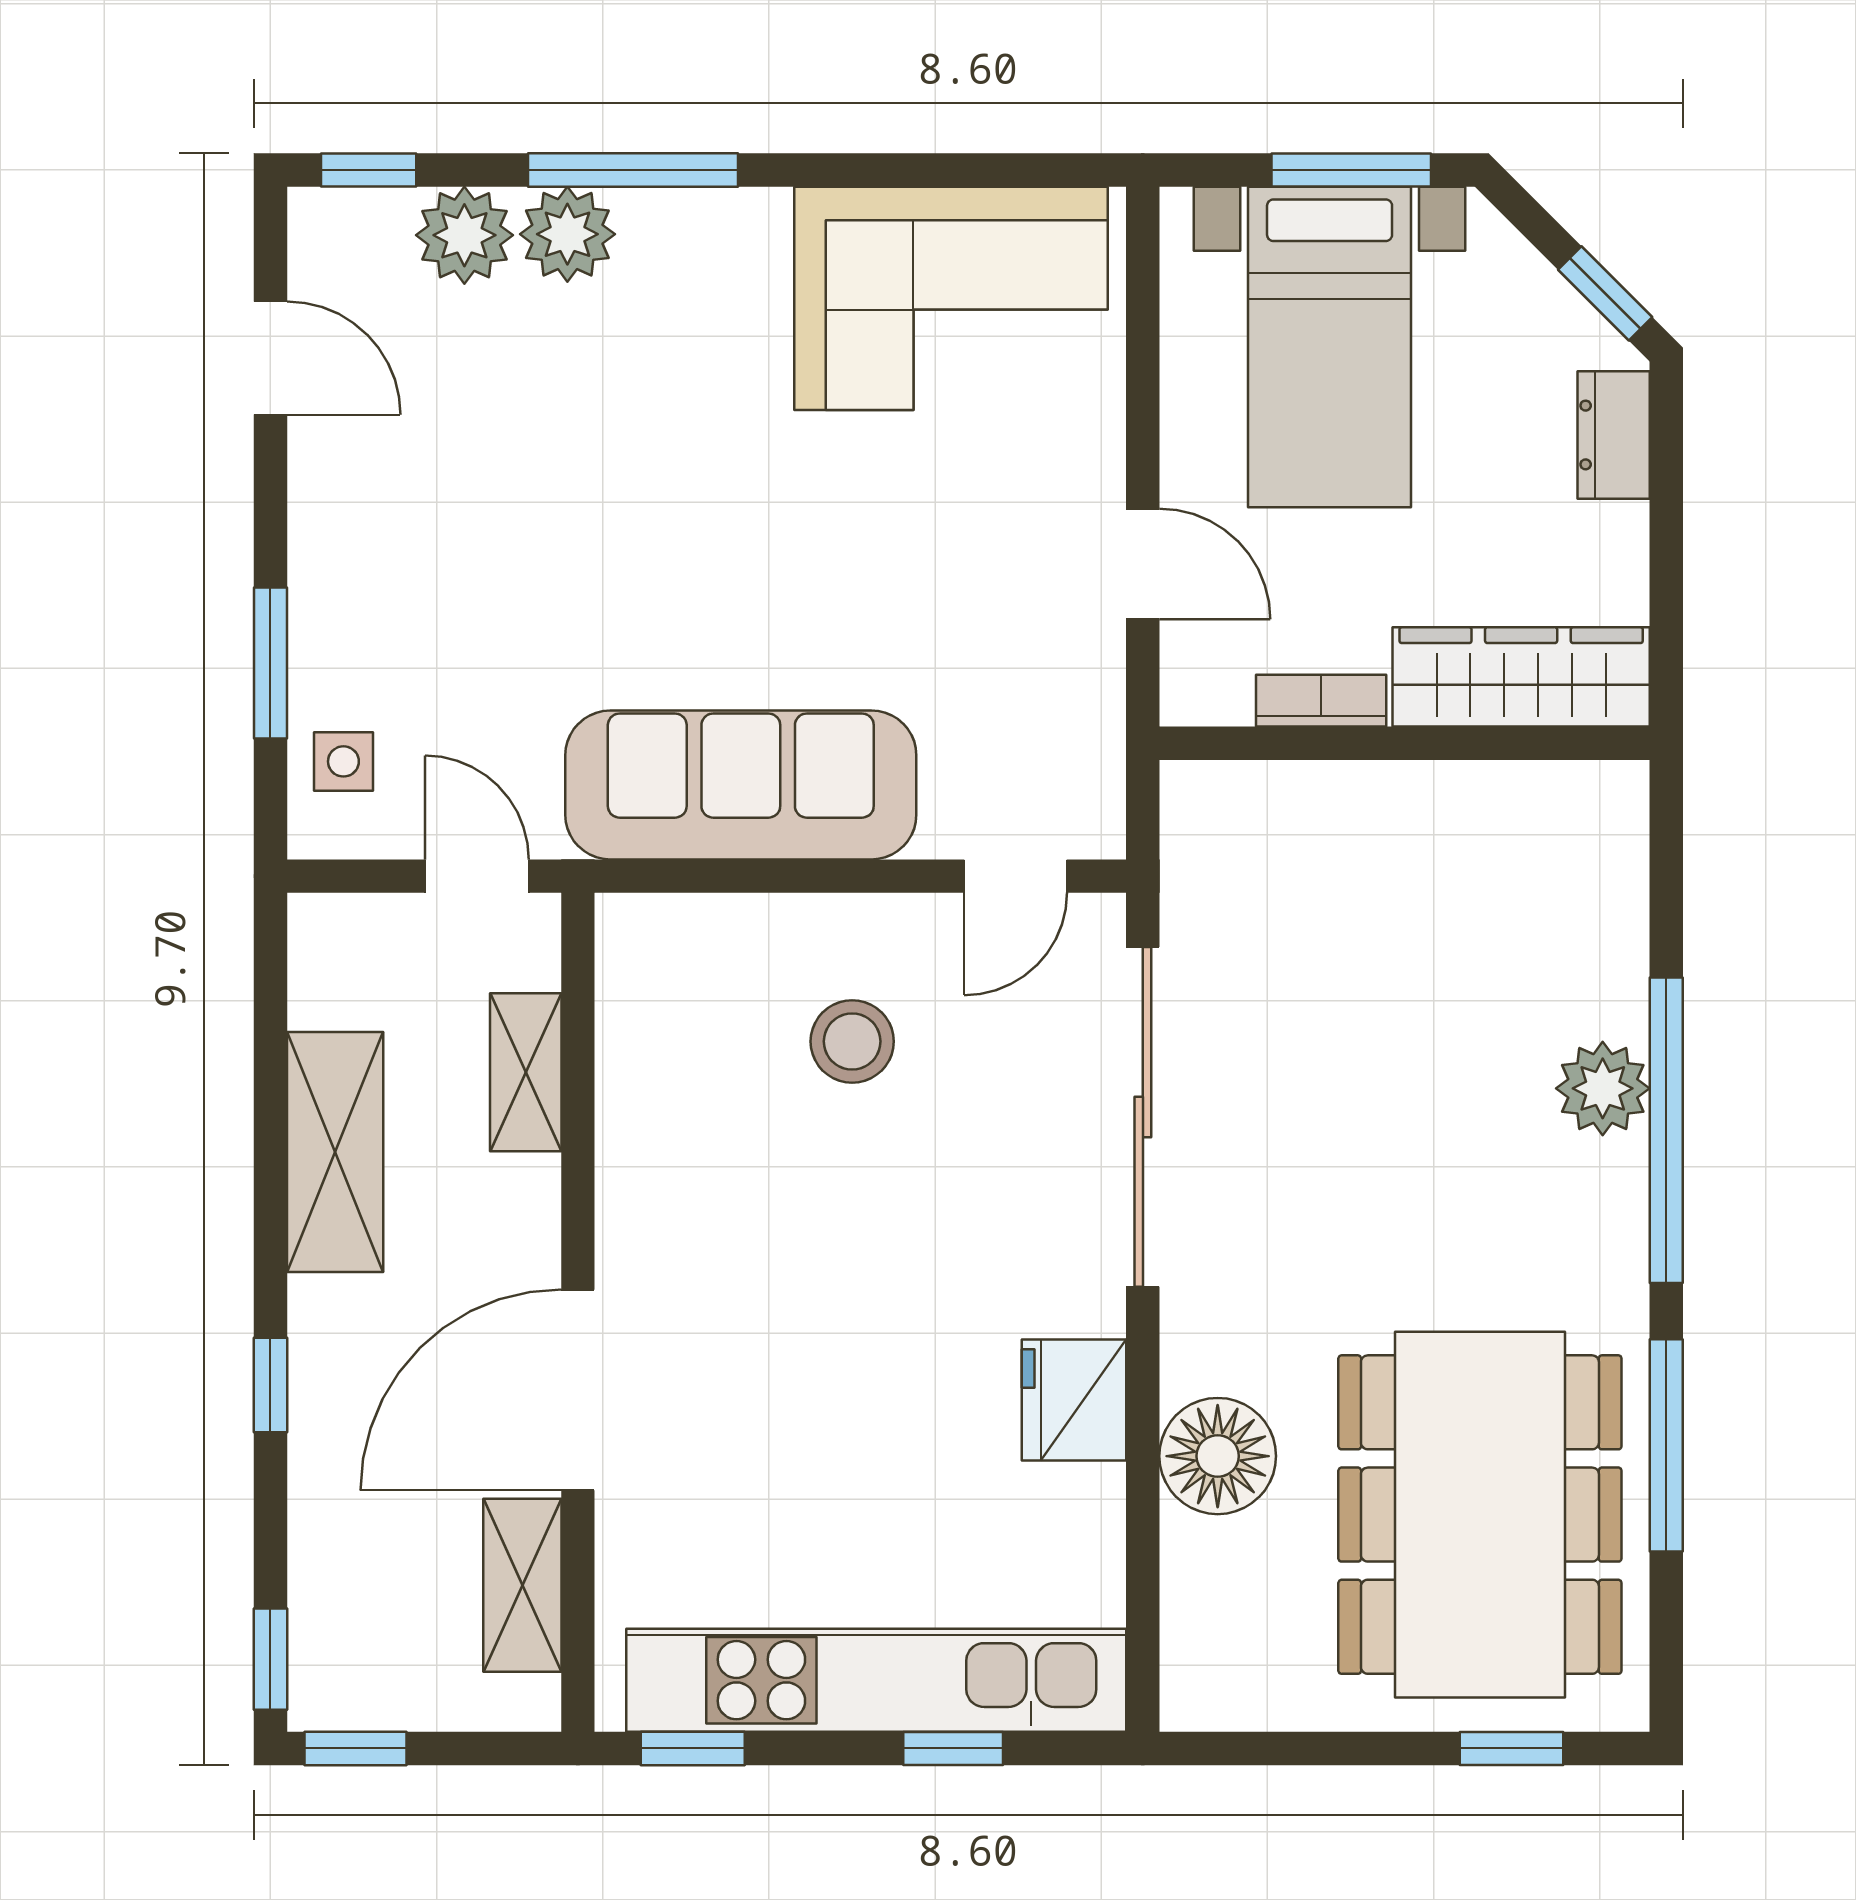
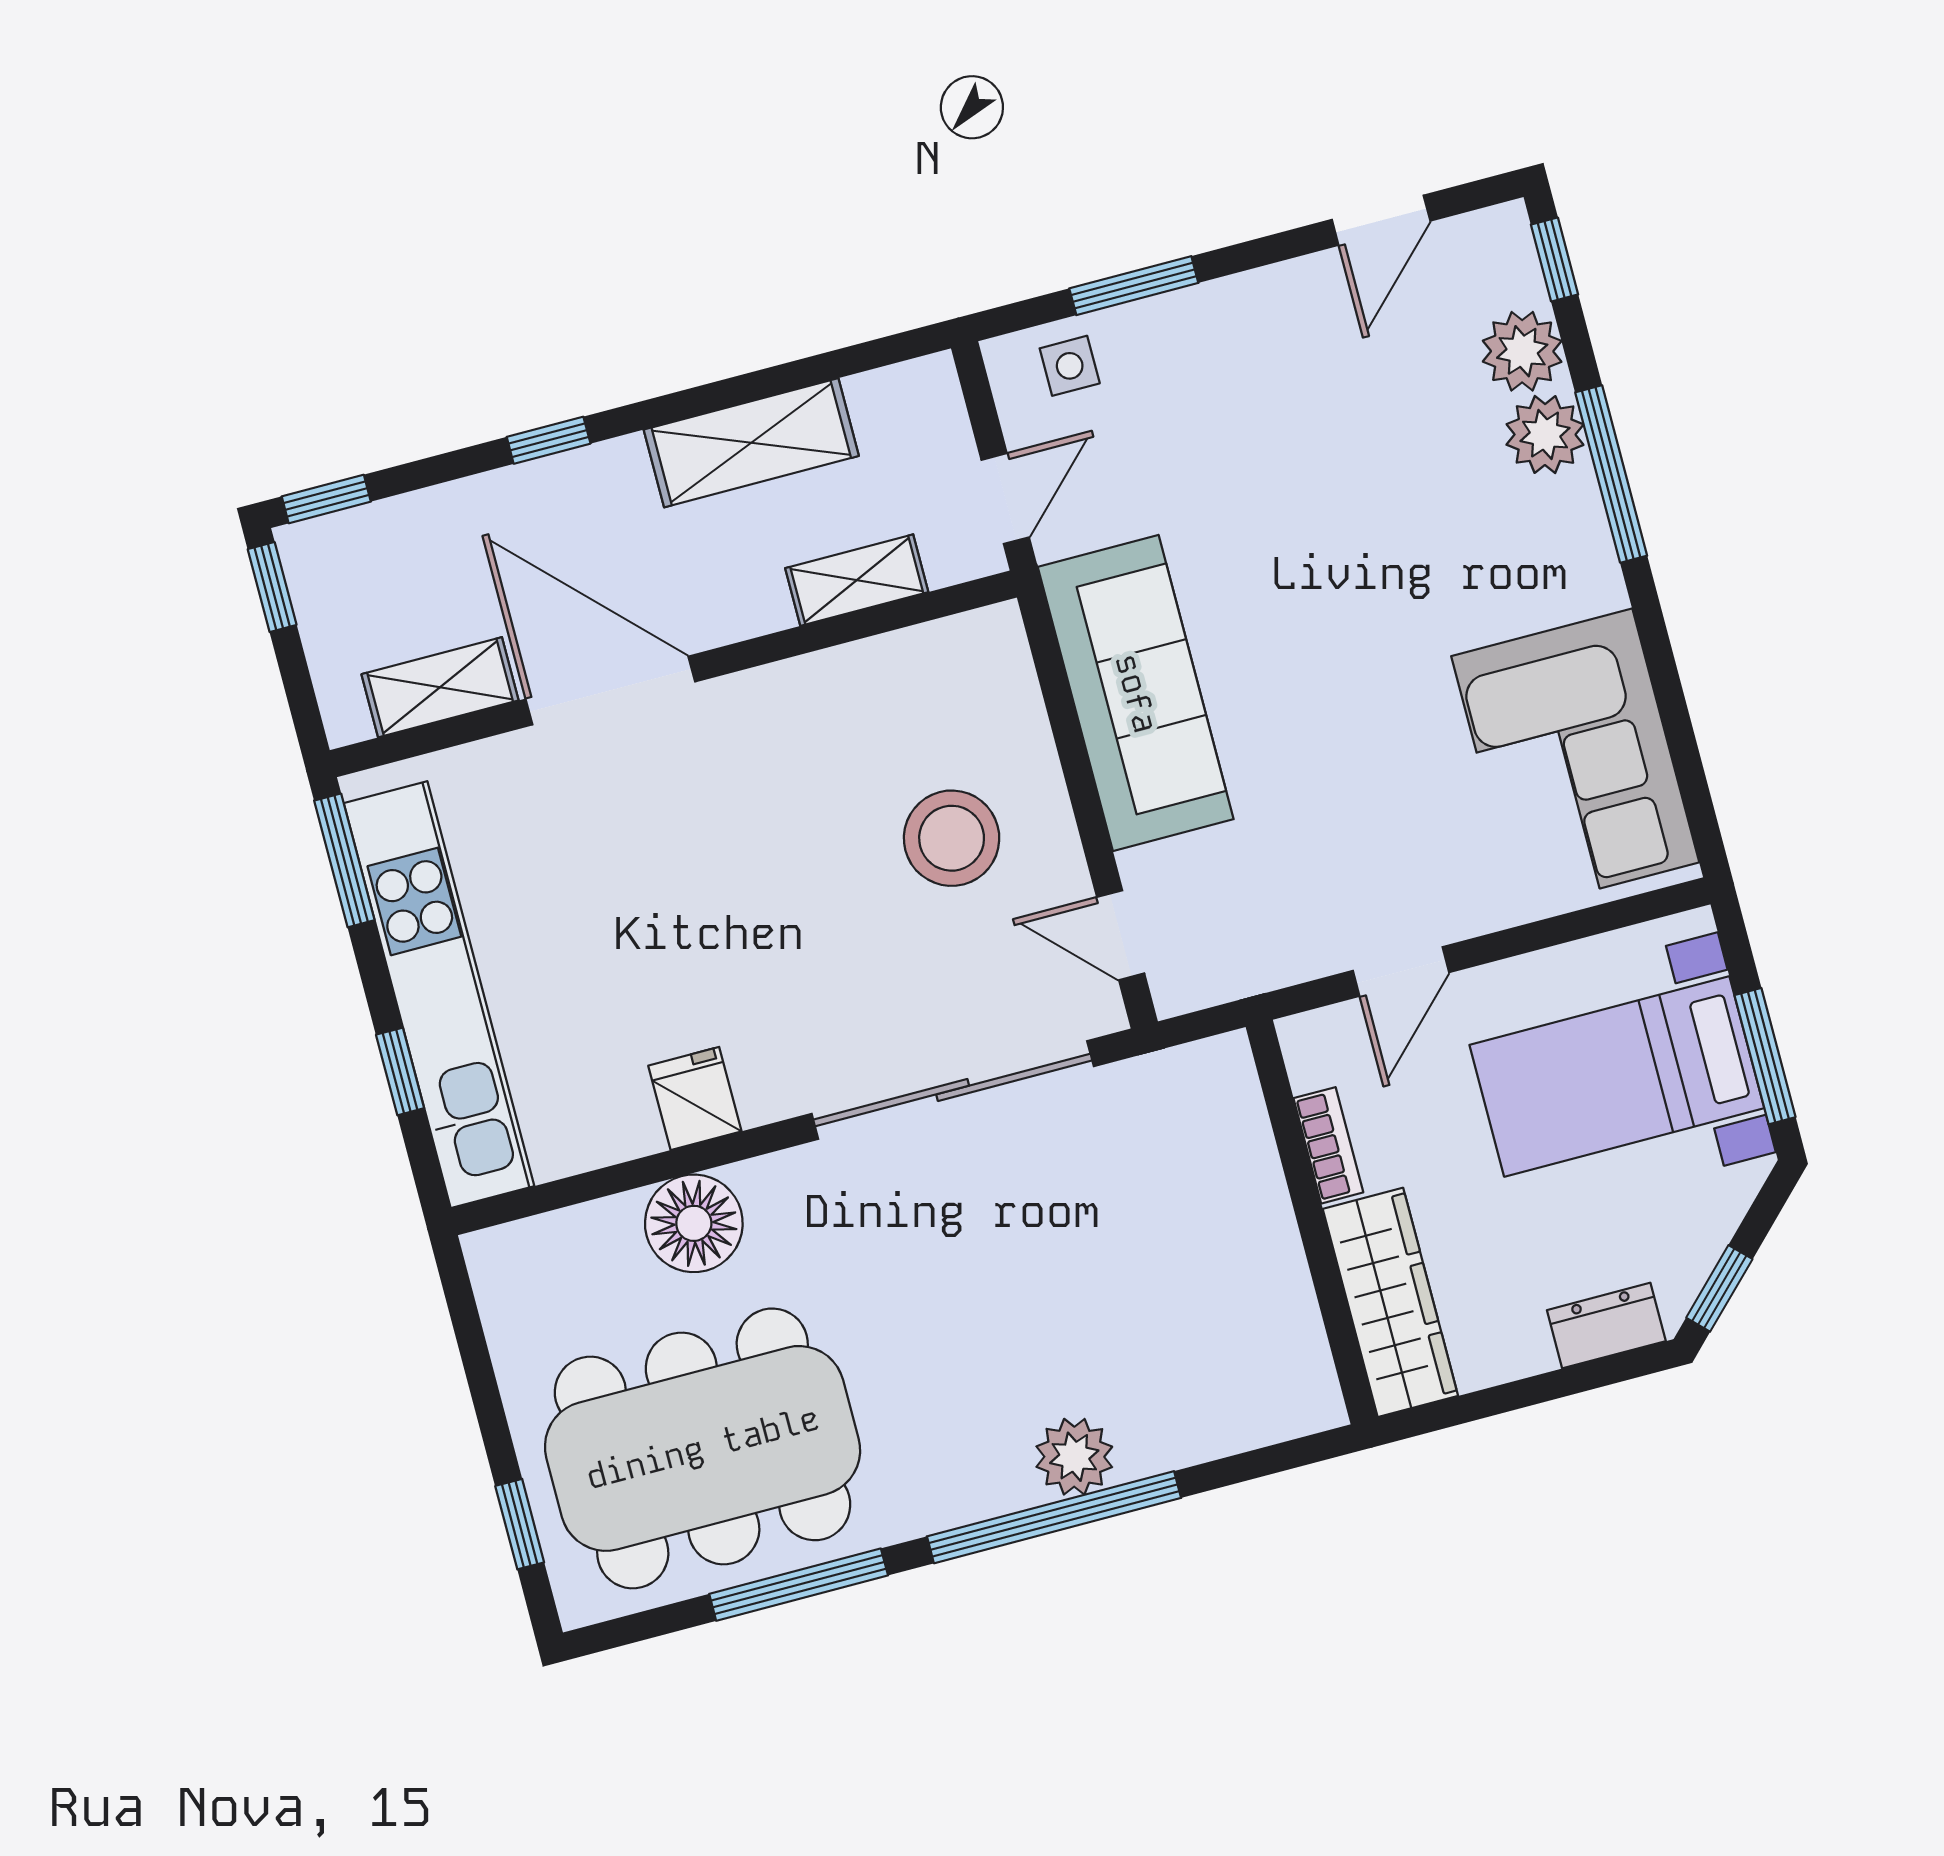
stool: (852, 1041) -> (952, 838), width x1.38, depth x1.38
fridge: (1074, 1400) -> (695, 1098), width x0.72
window: (693, 1748) -> (344, 860), width x1.50

